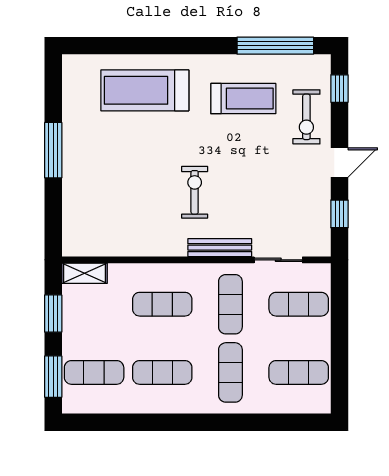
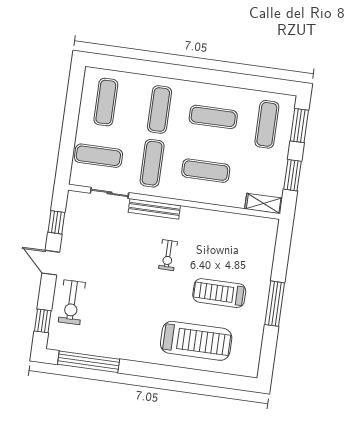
treadmill: (243, 99) -> (219, 293), moved
exercise bike: (306, 117) -> (72, 302), turned 180
door: (339, 163) -> (51, 263), hinge flipped
exercise bike: (195, 192) -> (168, 255), width x0.73, depth x0.72
exercise mat: (94, 372) -> (267, 124), turned 90
exercise mat: (299, 372) -> (106, 102), turned 90

